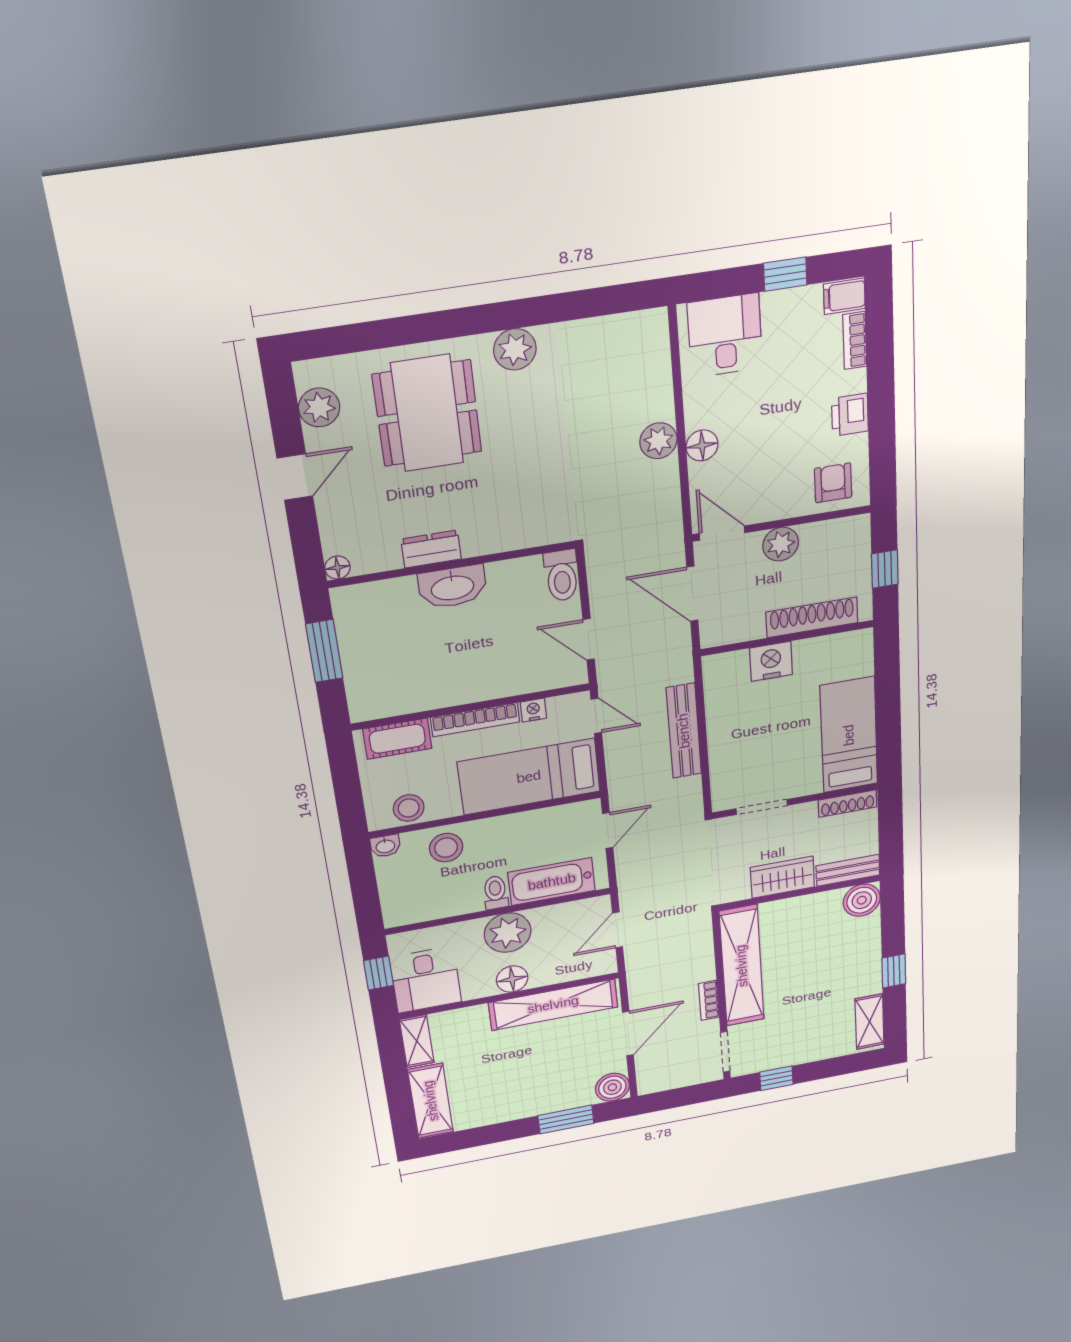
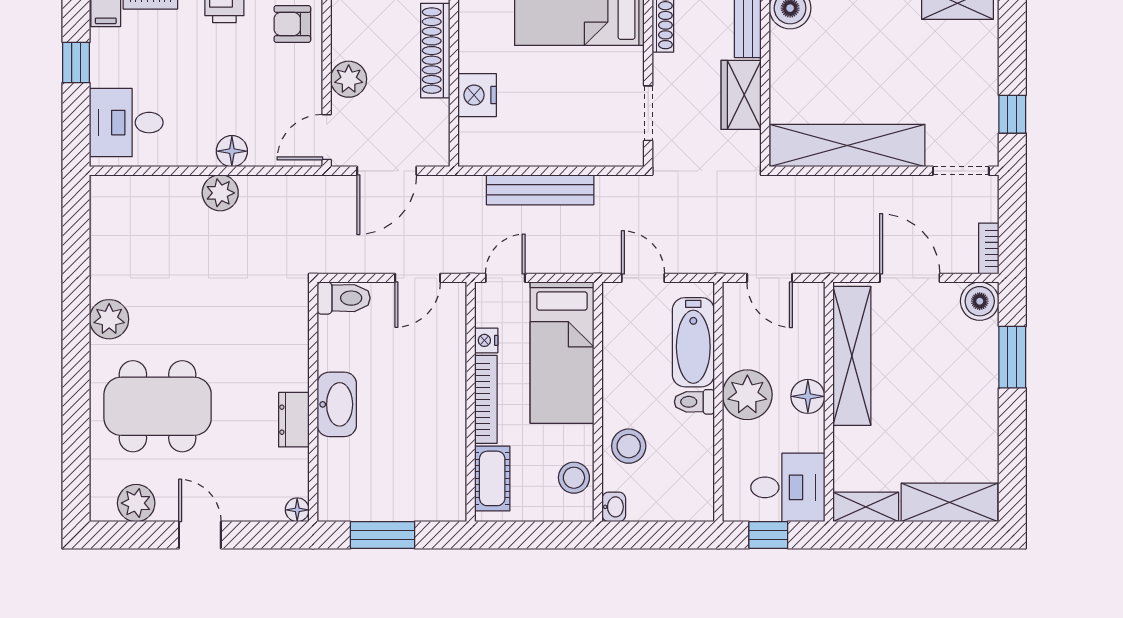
bookcase: (709, 1000) -> (989, 248), moved, turned 90

